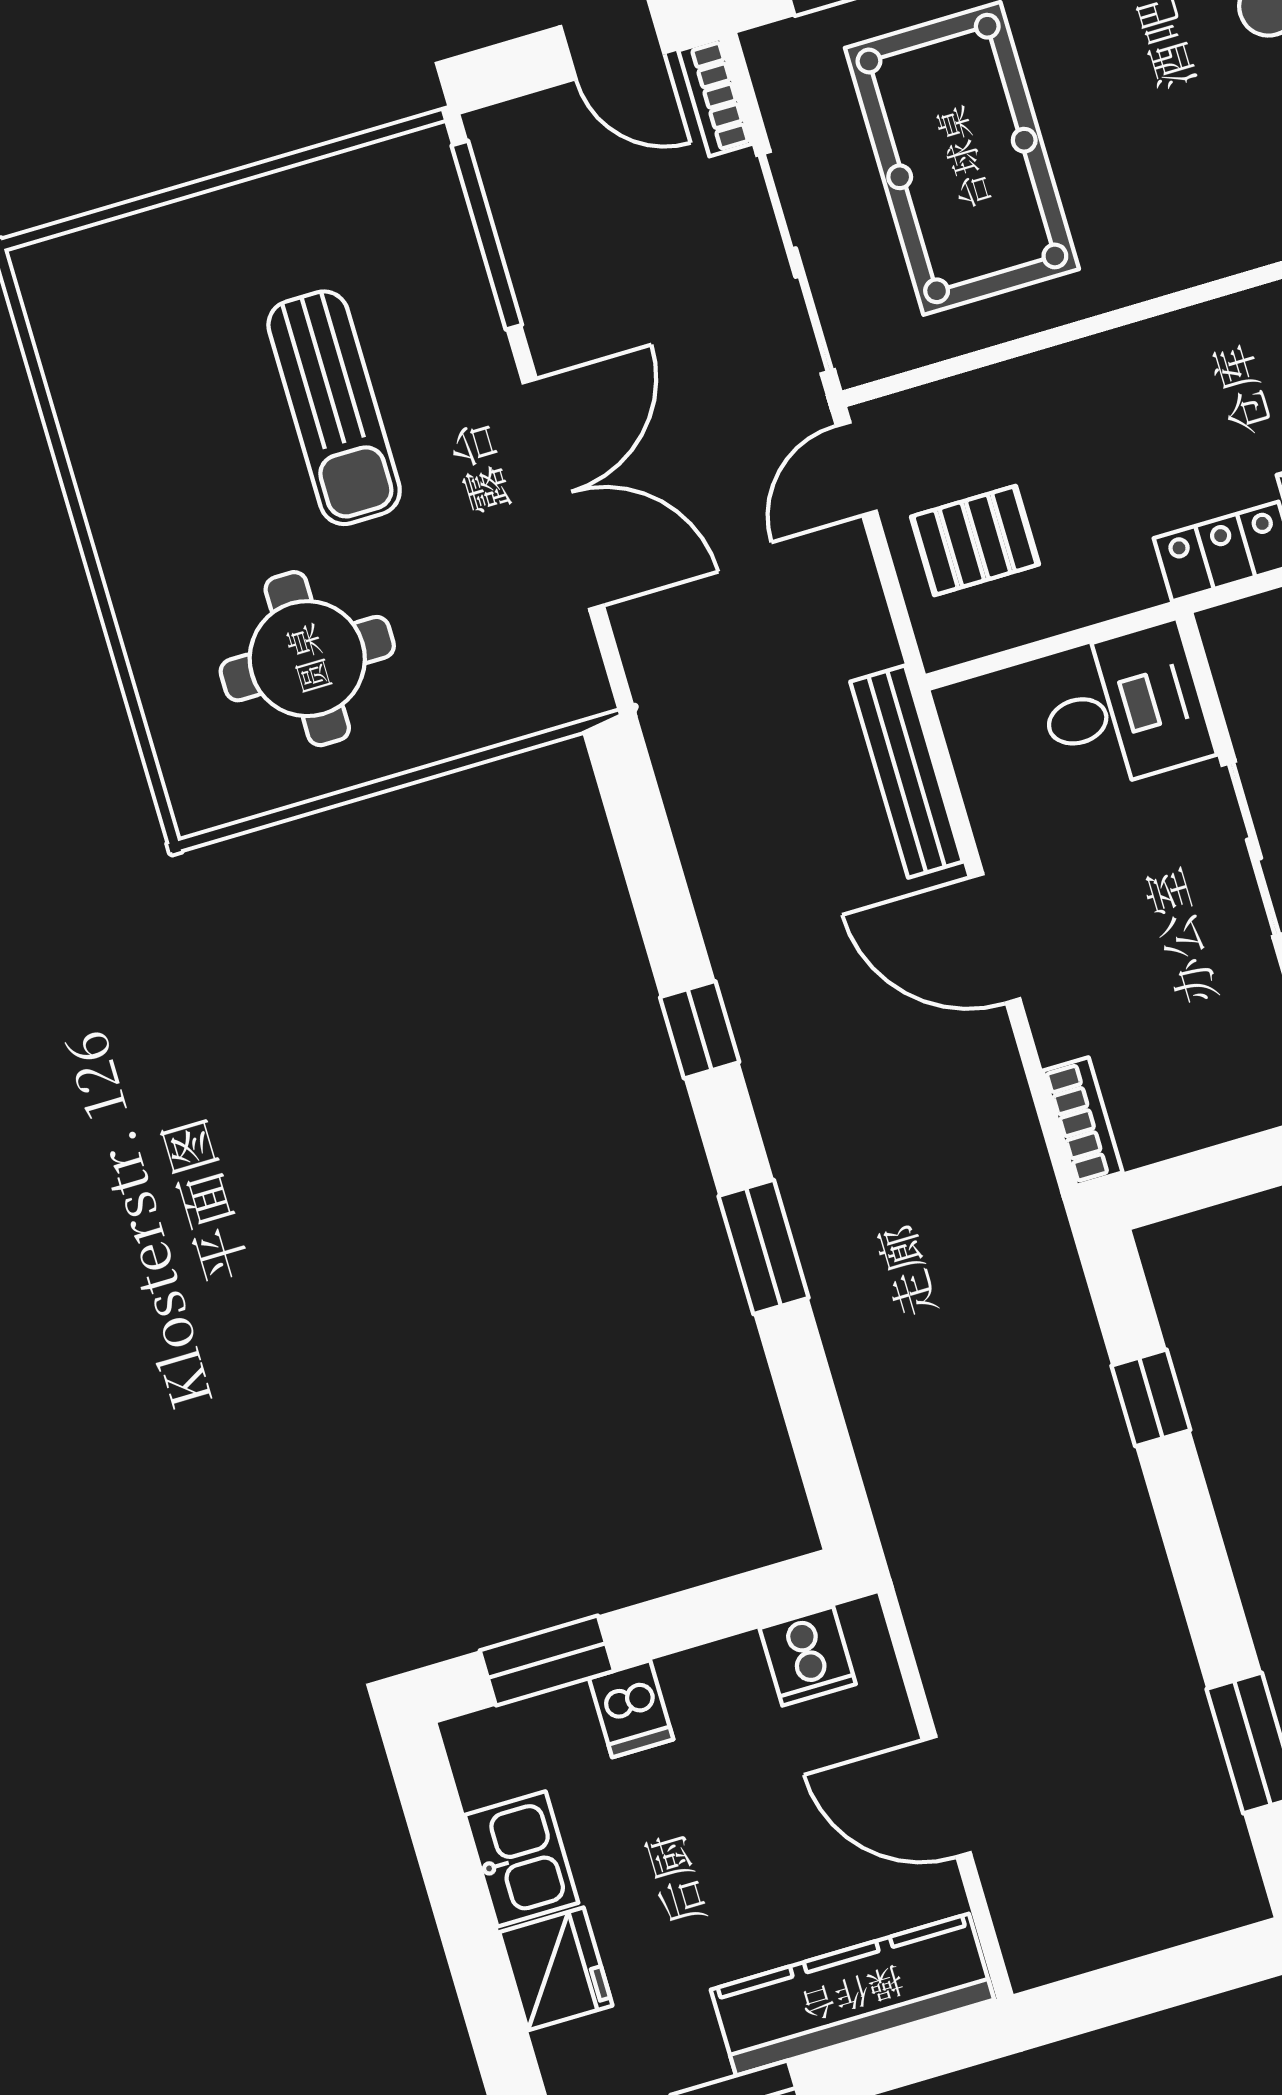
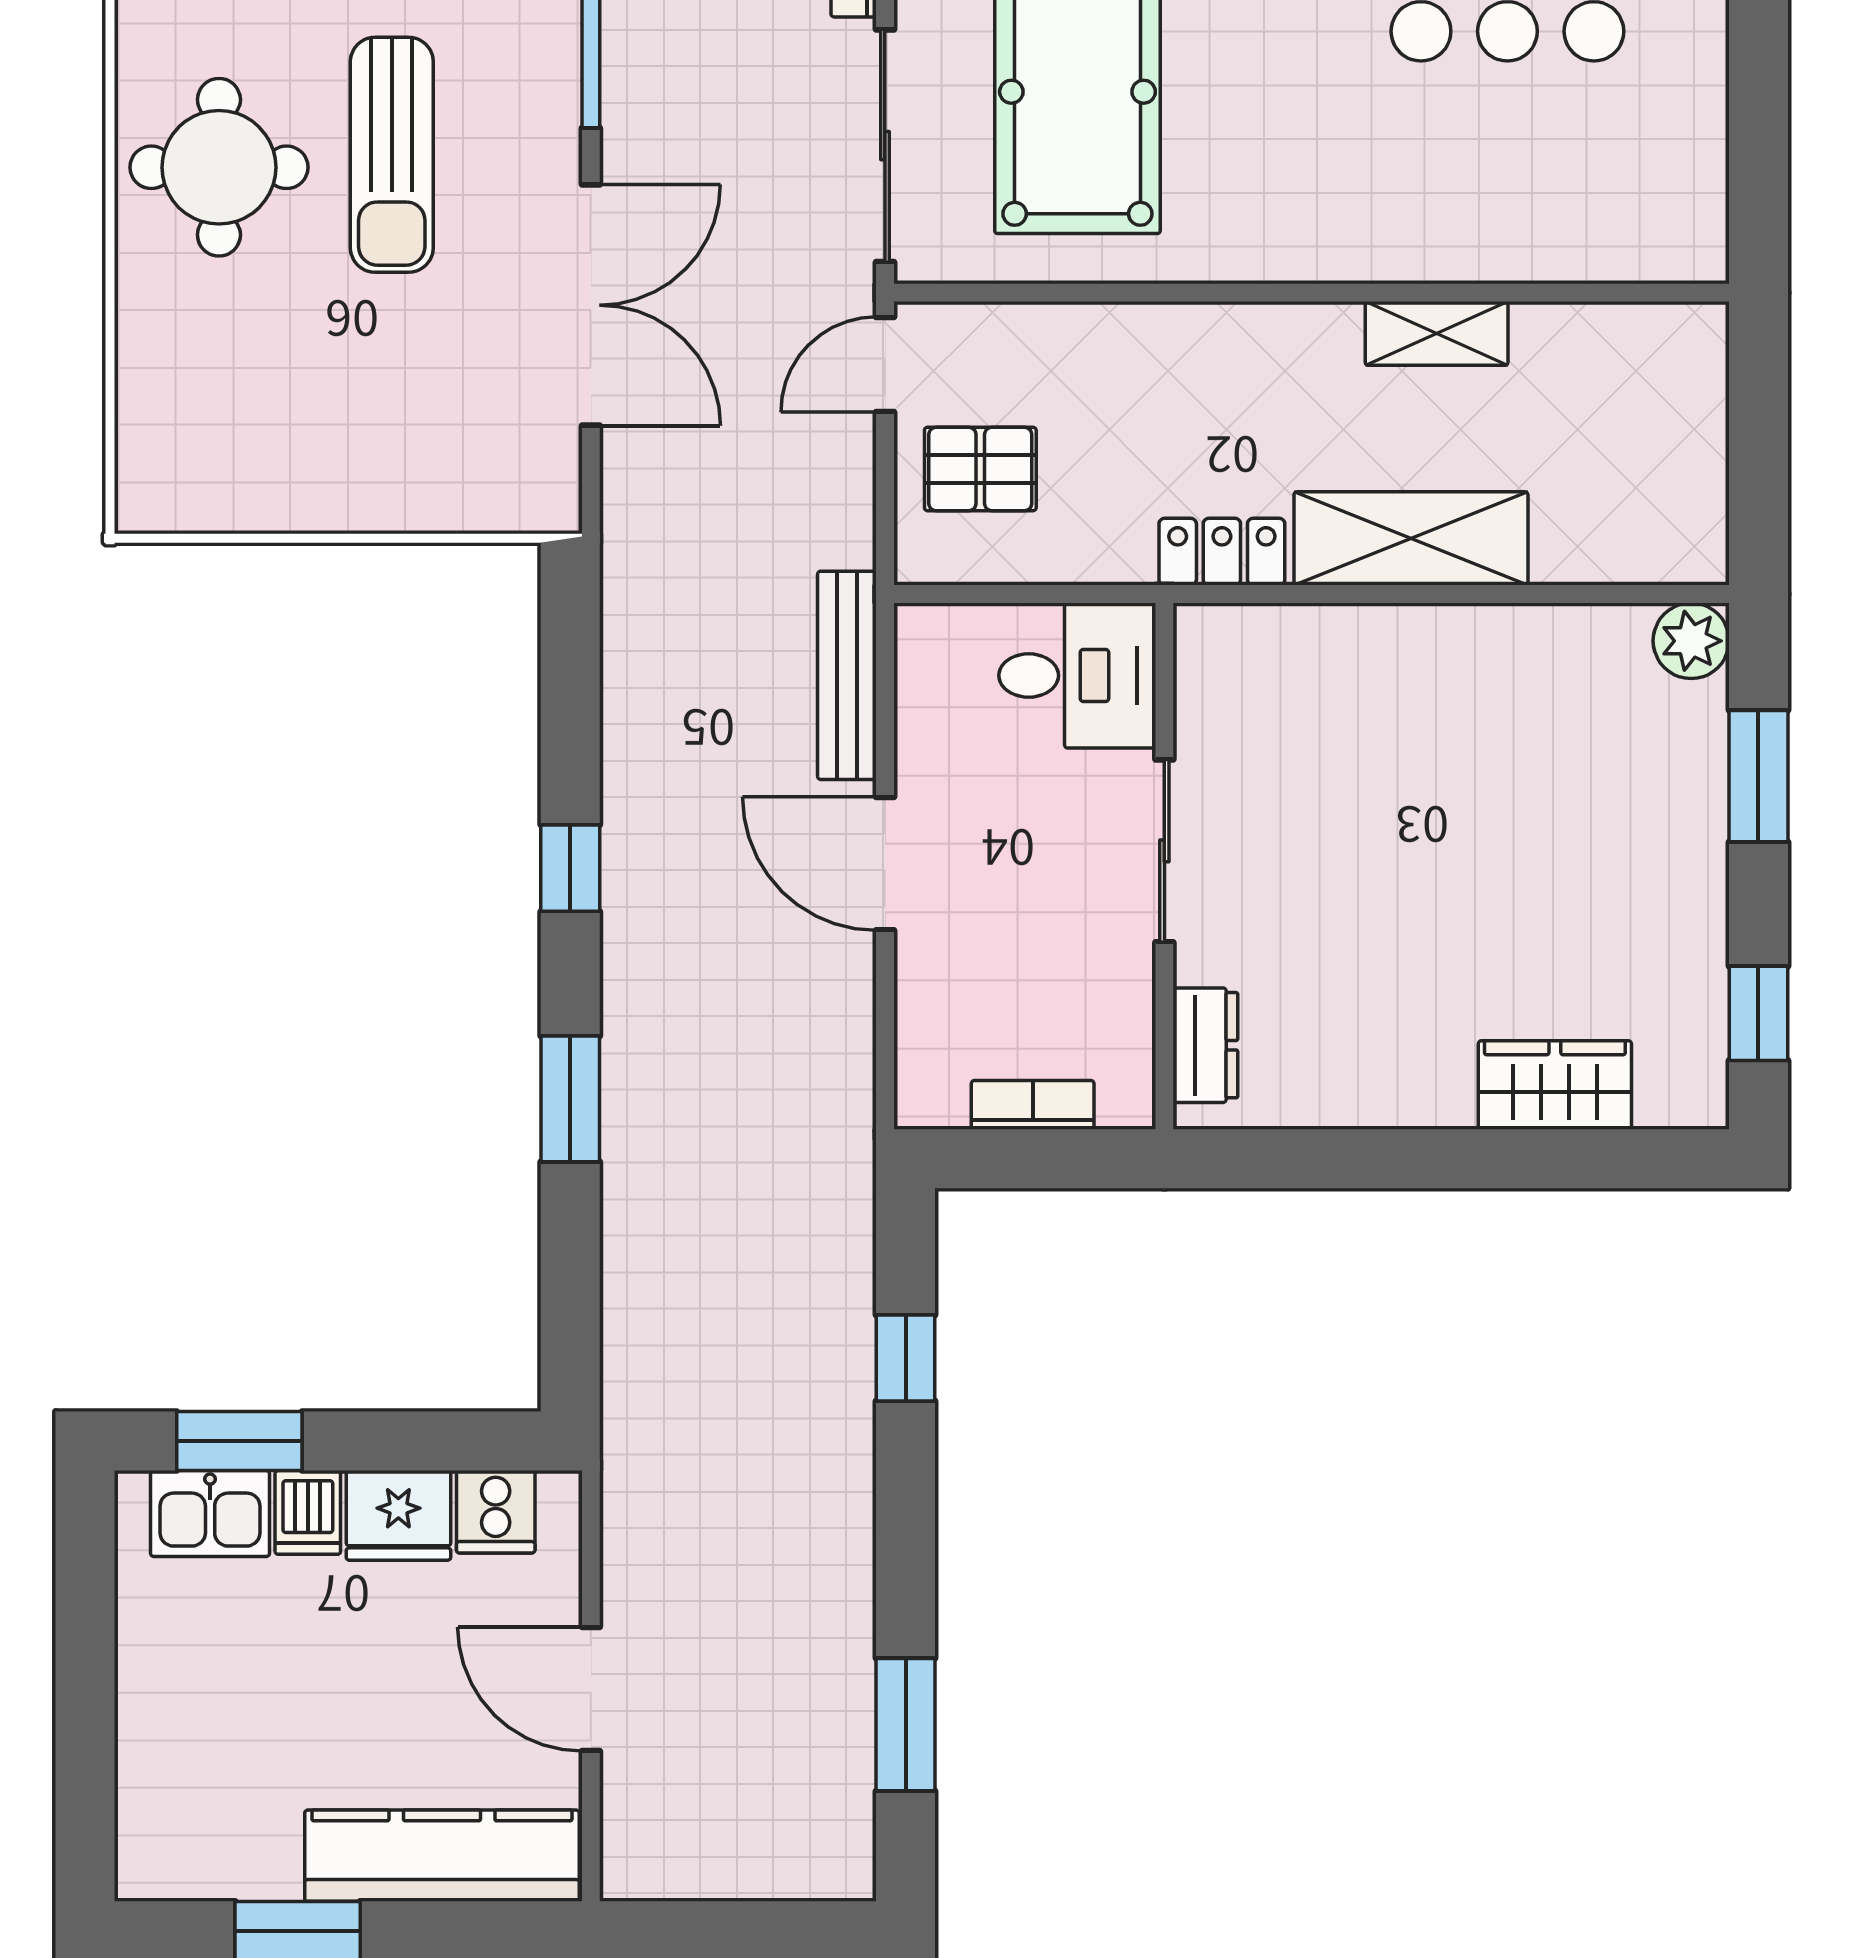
round table: (307, 659) -> (219, 167), moved
bookcase: (1083, 1122) -> (1033, 1105), moved, turned -90
kitchen sink: (521, 1859) -> (210, 1514), moved, turned 90
fridge: (556, 1969) -> (398, 1515), moved, turned 90

